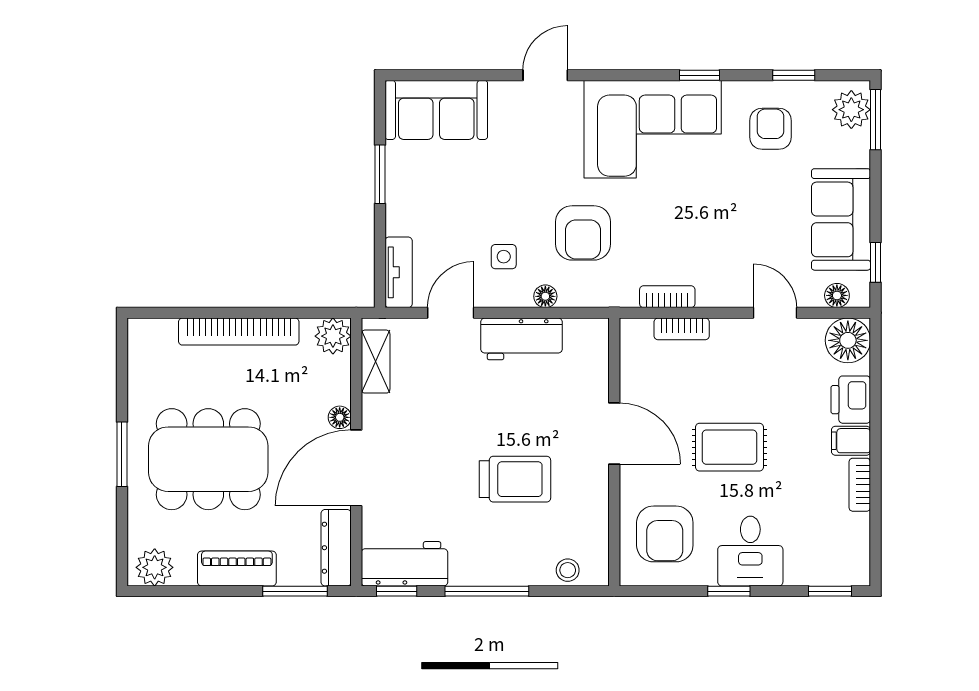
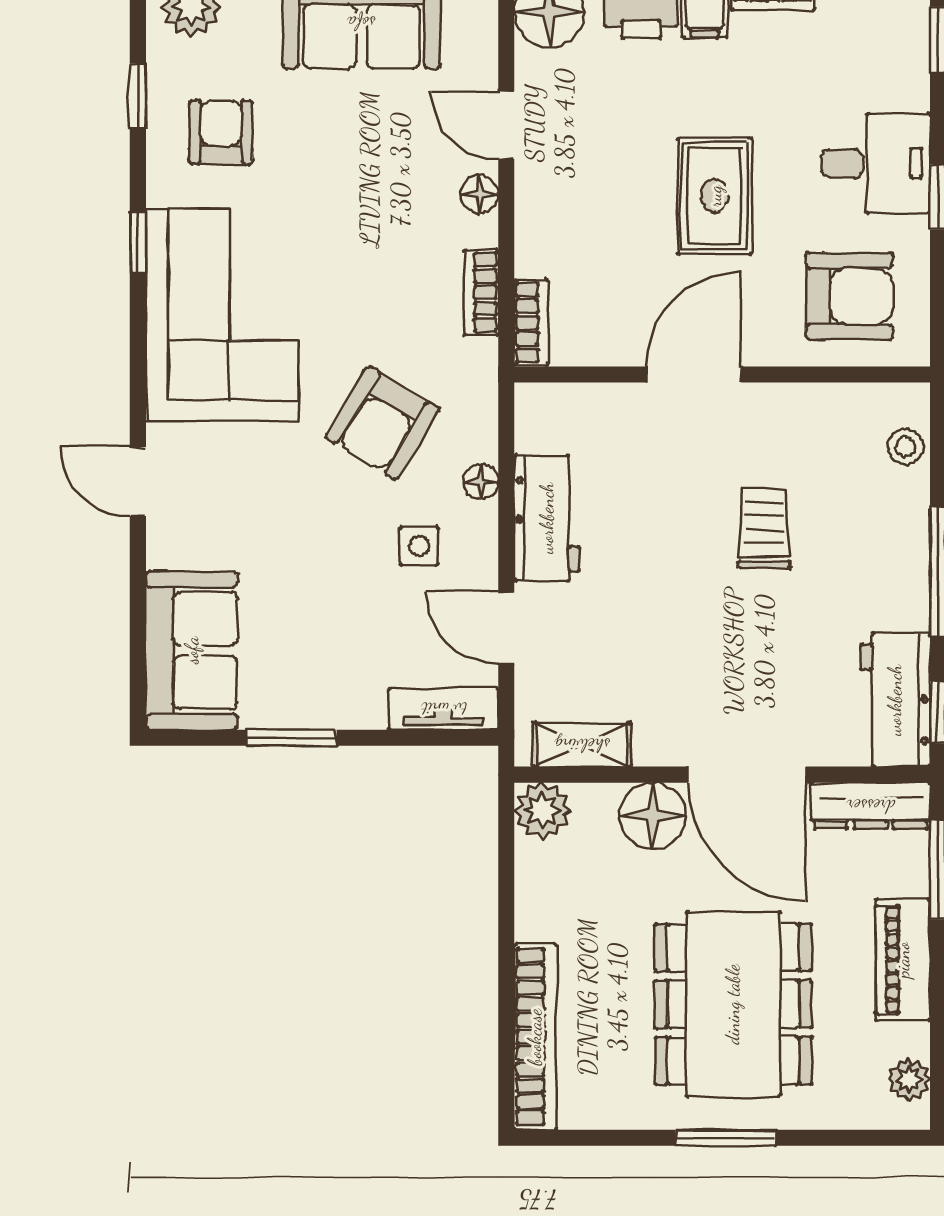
armchair: (770, 129) -> (221, 132), turned 90
armchair: (583, 233) -> (382, 423), turned 121
floor lamp: (837, 295) -> (479, 194), moved
door: (775, 313) -> (506, 125), hinge flipped
bookcase: (682, 329) -> (531, 322), moved
bookcase: (239, 332) -> (535, 1037), moved
floor lamp: (340, 417) -> (653, 816), width x1.89, depth x1.89
trolley: (515, 479) -> (764, 528), width x0.73, depth x0.72
plant: (155, 567) -> (909, 1079), width x0.73, depth x0.73

